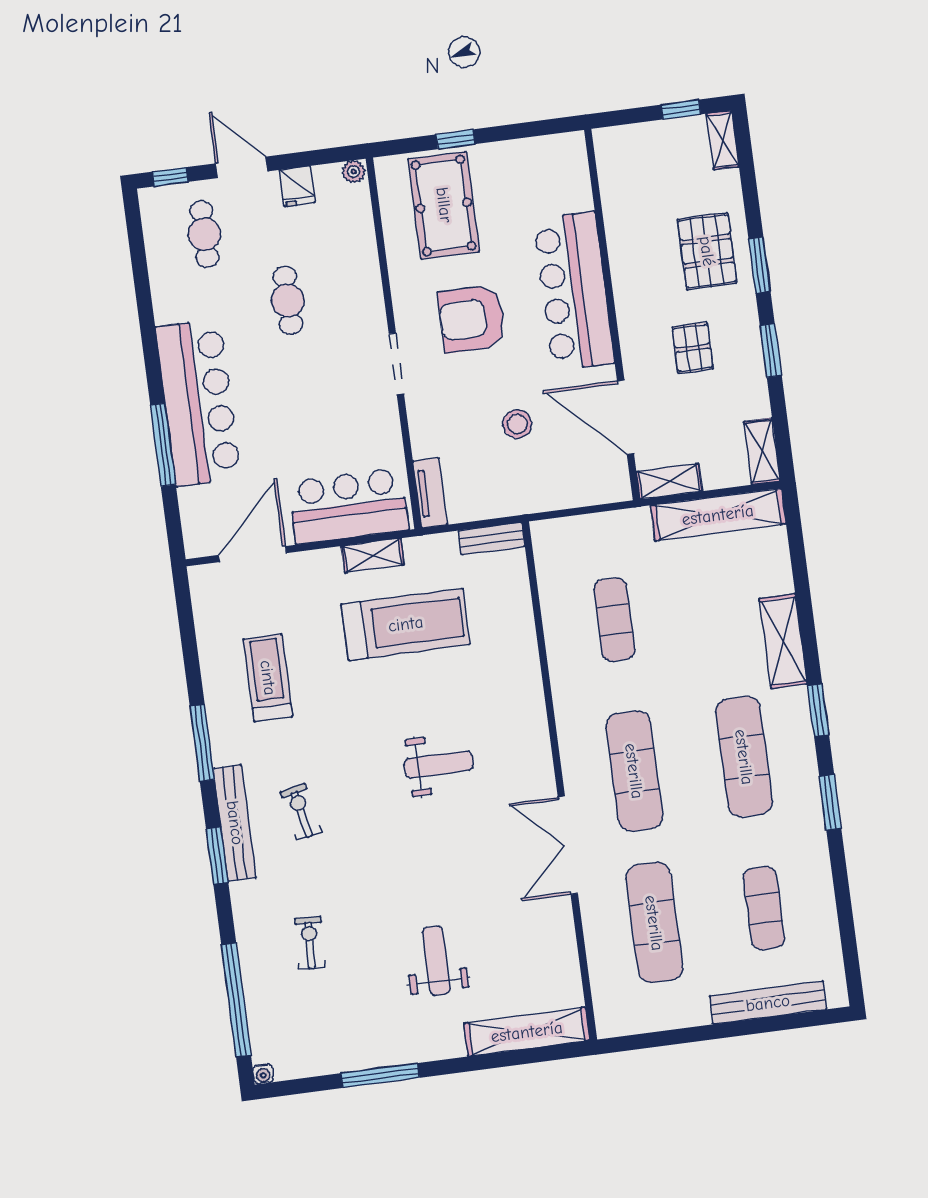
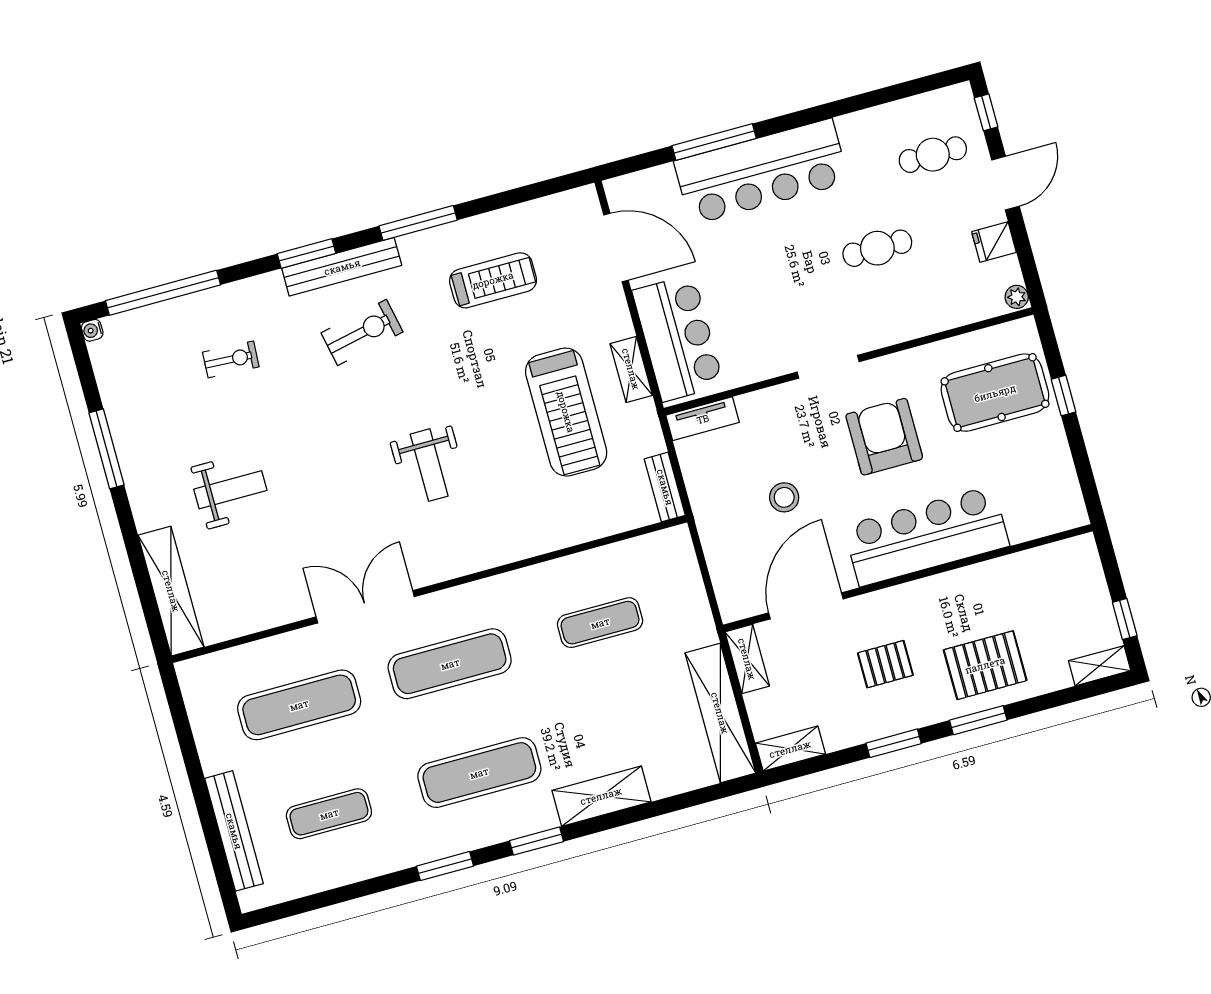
exercise bike: (301, 812) -> (362, 332), width x1.38, depth x1.39

